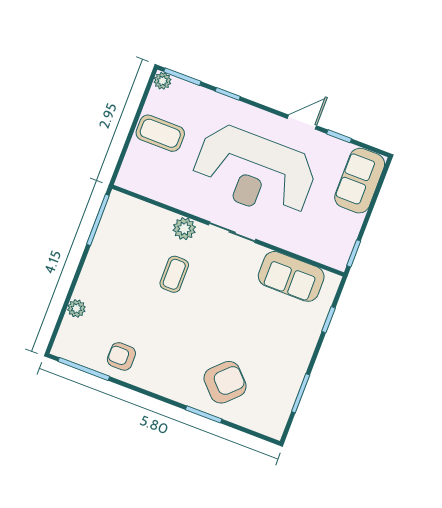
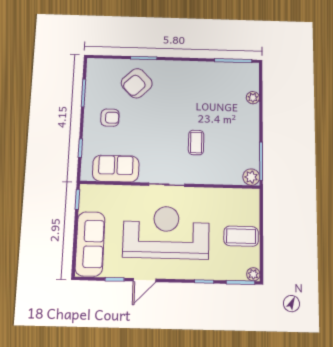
sofa: (360, 181) -> (90, 244), width x1.36
plant: (184, 229) -> (251, 177), moved
armchair: (121, 356) -> (110, 118), moved

